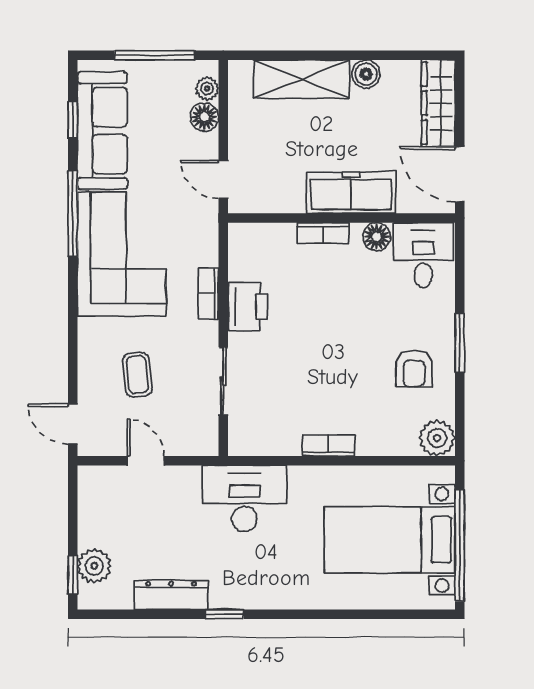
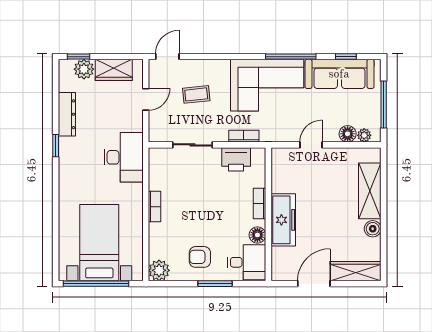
freezer: (351, 193) -> (283, 220), moved
wall: (341, 218) -> (268, 214), moved
bookcase: (323, 233) -> (259, 203), moved
floor lamp: (377, 237) -> (257, 235), moved
desk: (423, 255) -> (247, 262), moved
wardrobe: (96, 515) -> (114, 70), added

